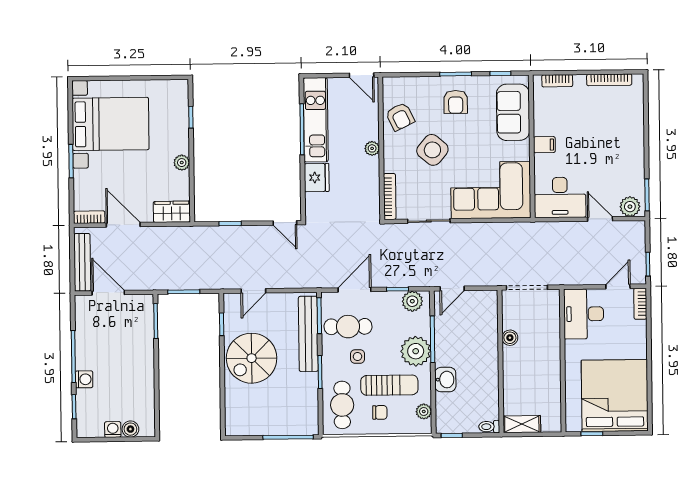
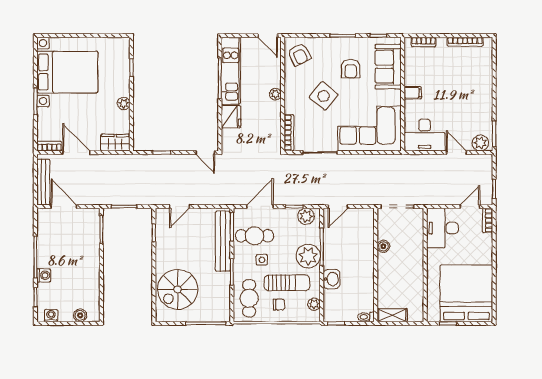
armchair: (456, 102) -> (351, 69), moved
armchair: (400, 117) -> (299, 54), moved
spiral stairs: (252, 358) -> (178, 289), moved
washing machine: (113, 430) -> (51, 316), moved

